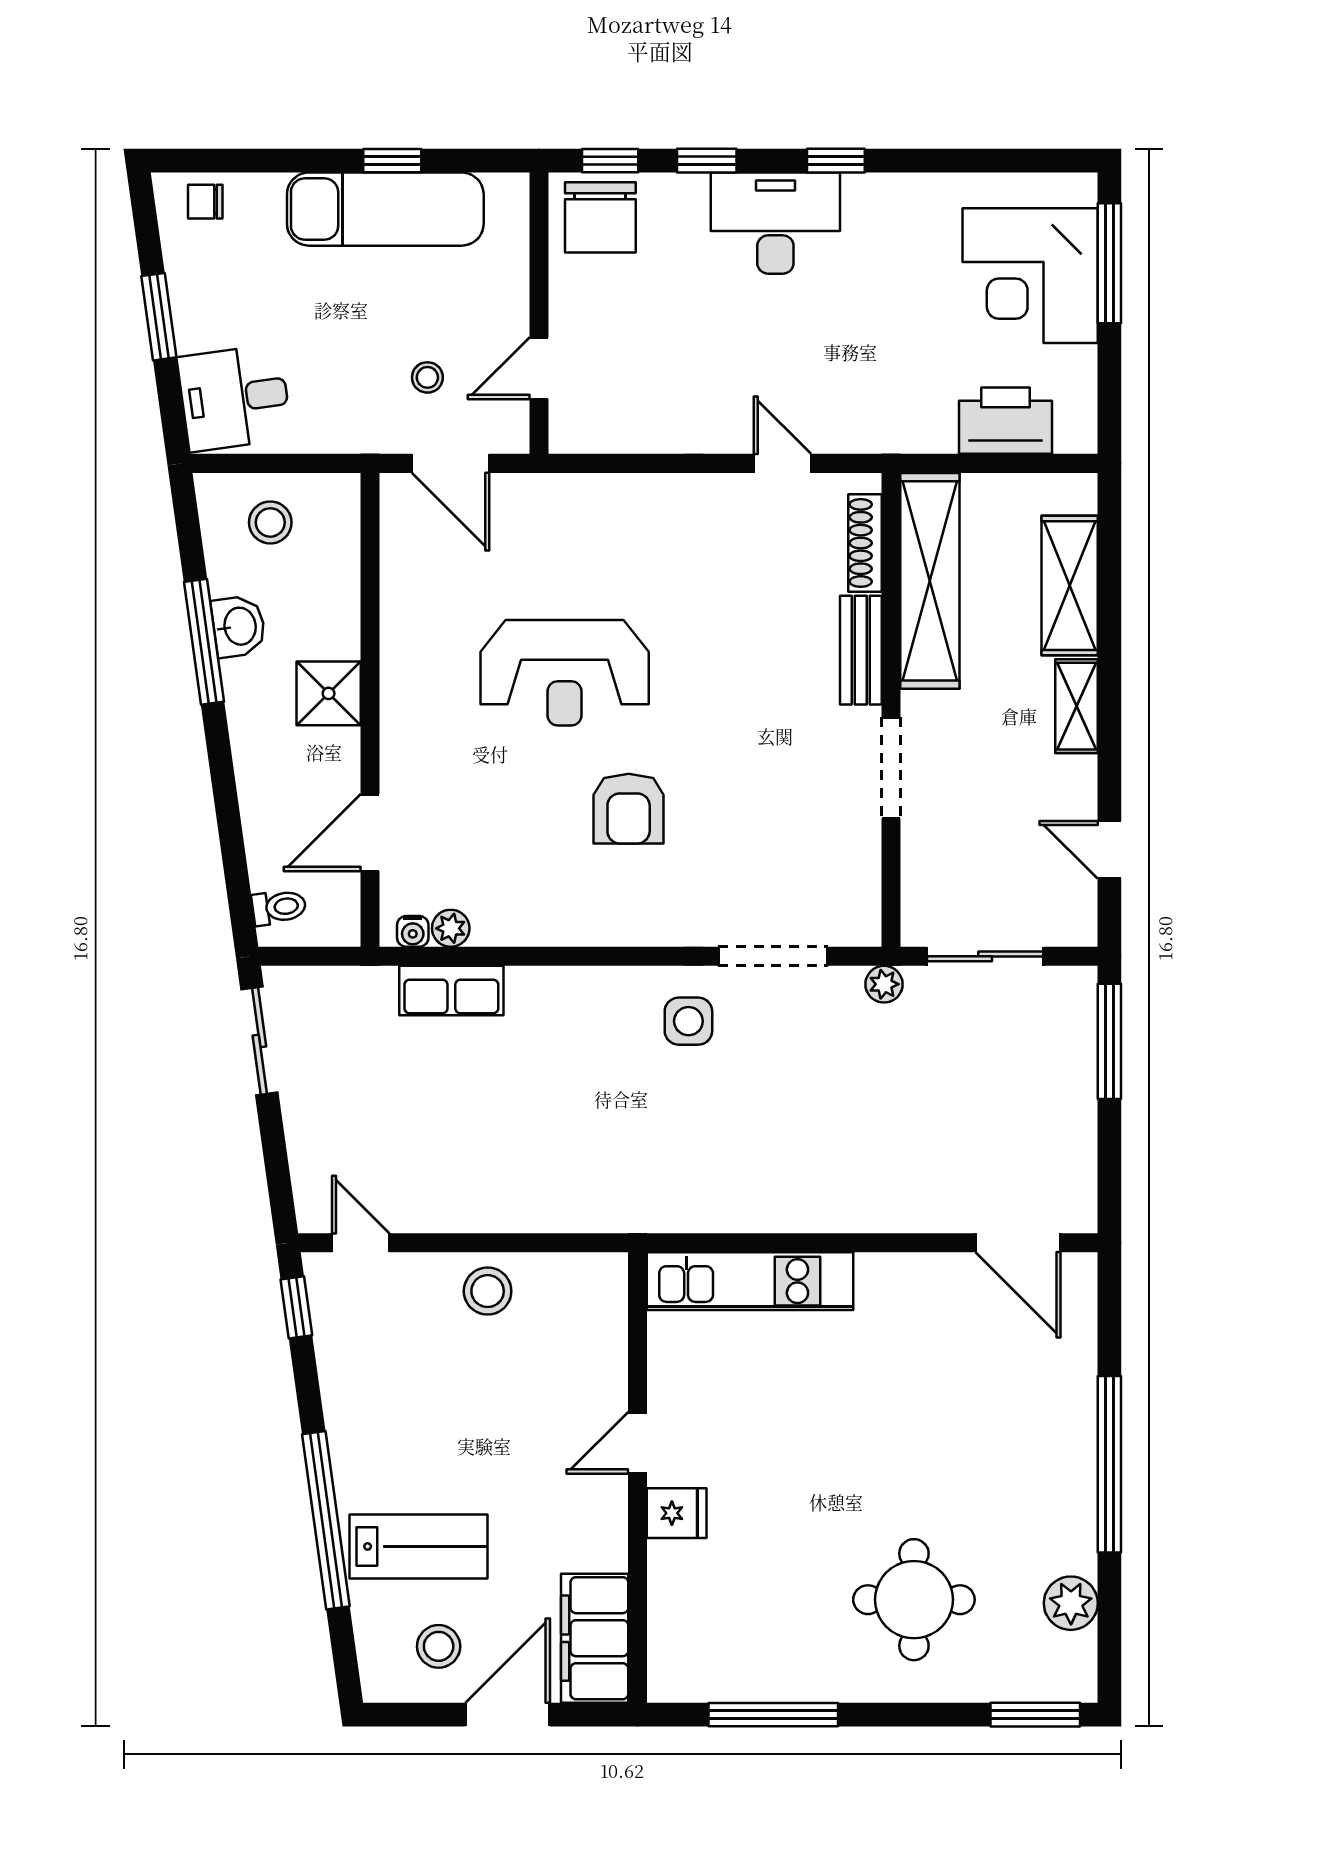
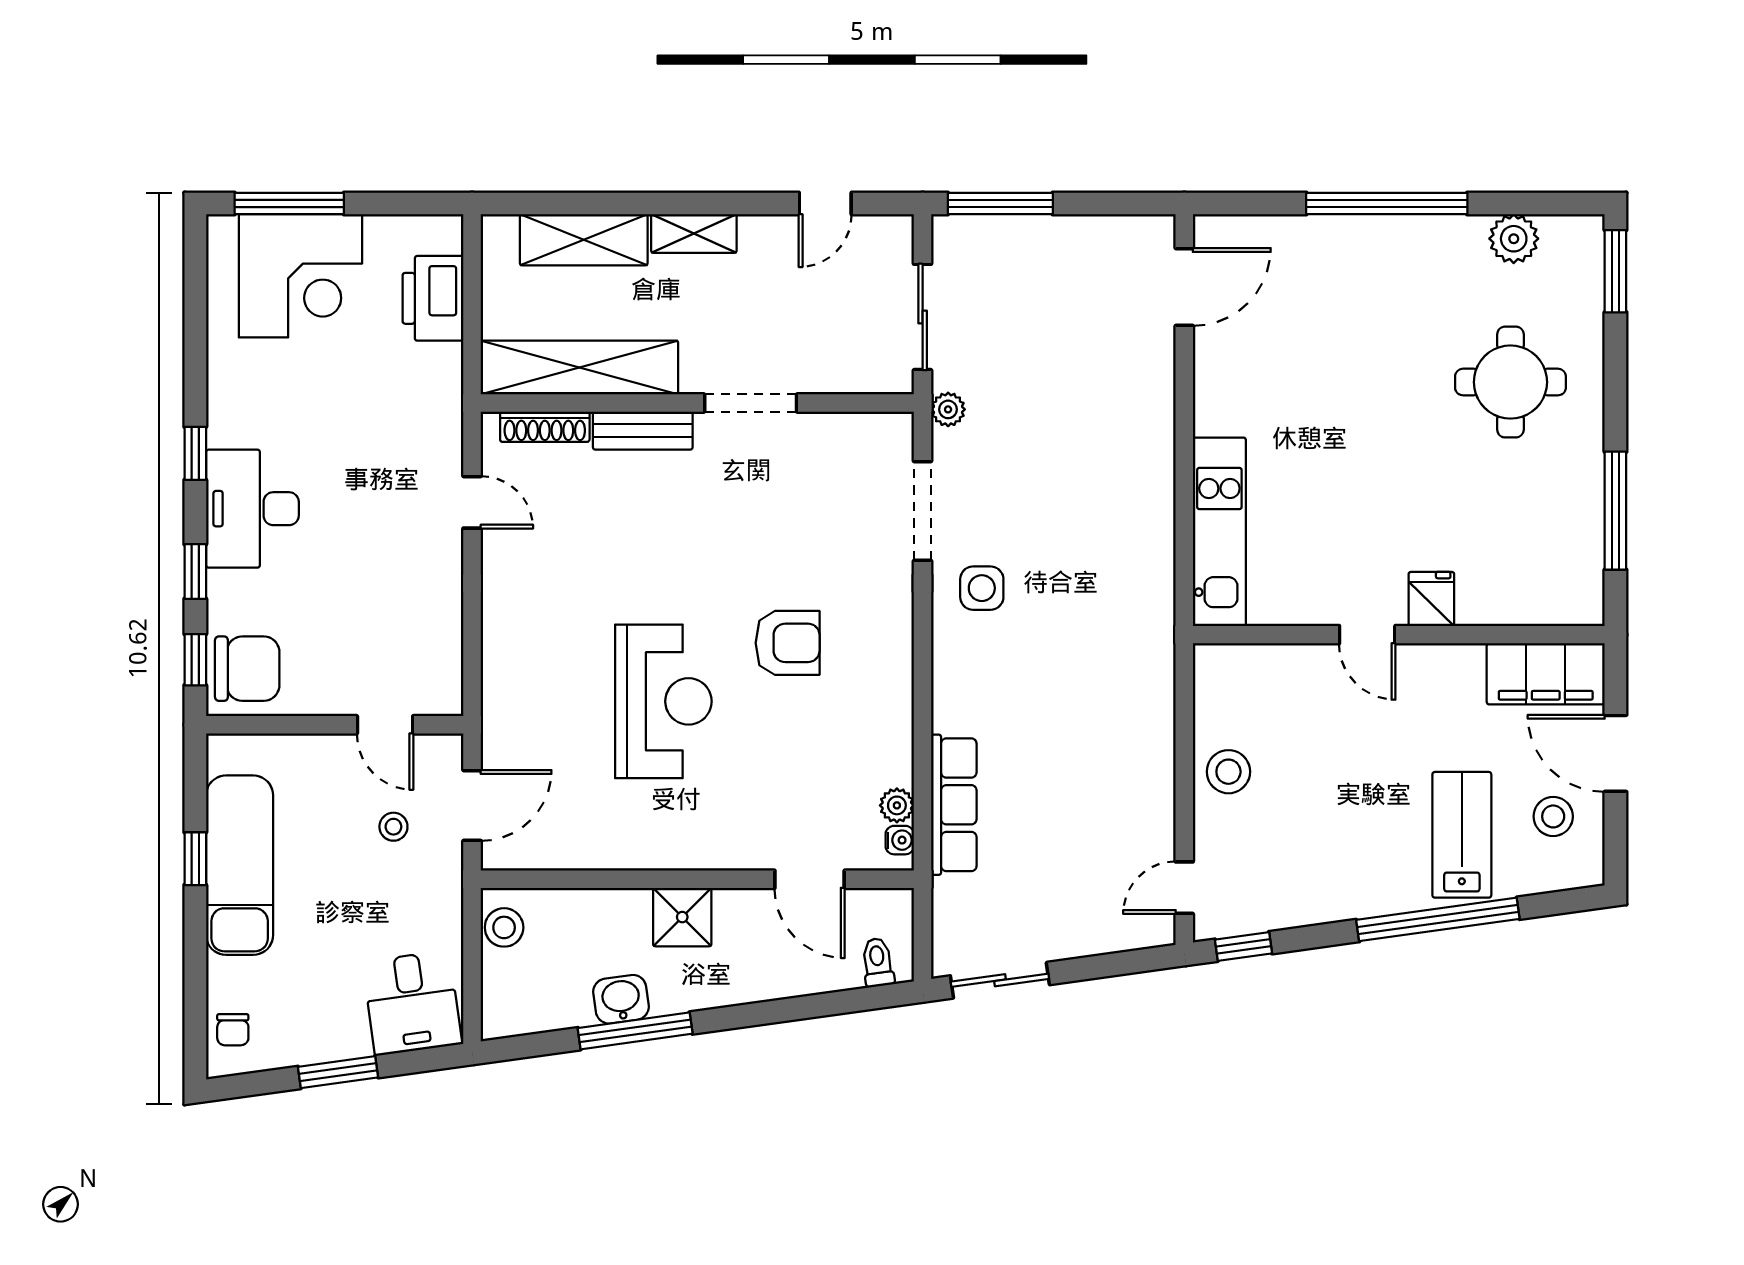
door: (782, 463) -> (472, 502), swing flipped
stool: (270, 522) -> (504, 927), moved
row of seats: (451, 991) -> (954, 805), width x1.48

